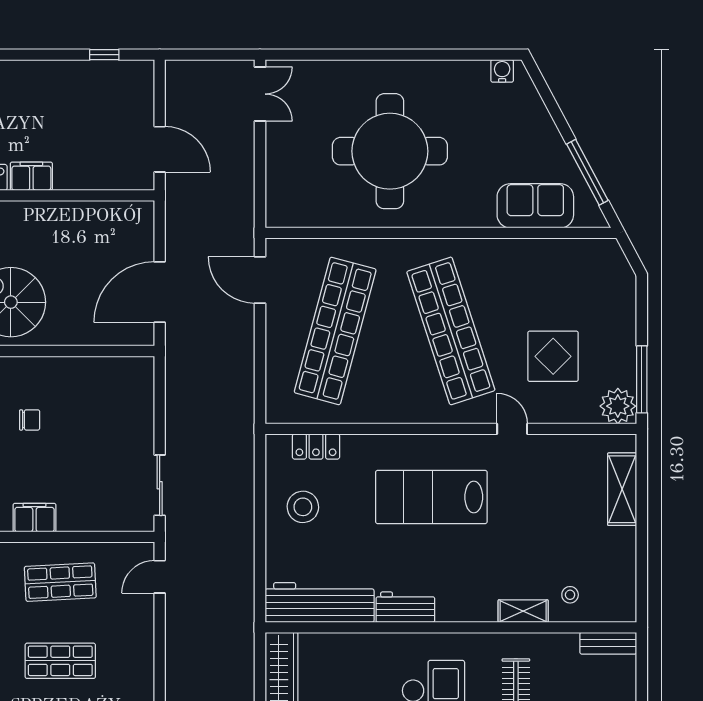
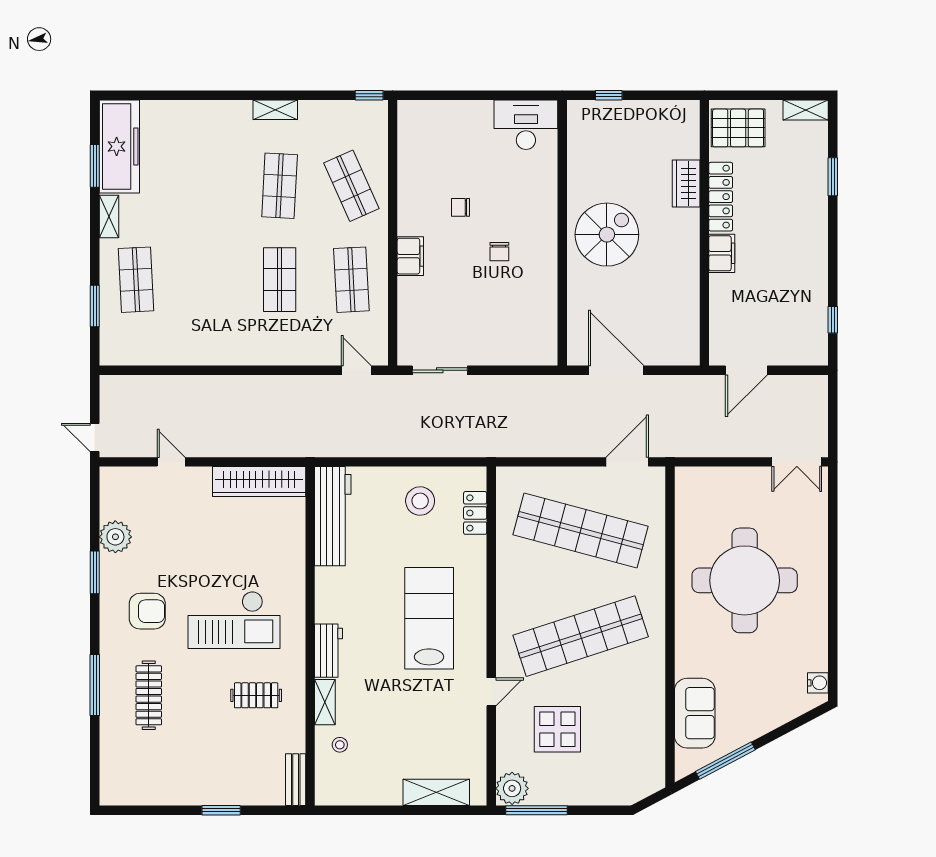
workbench: (405, 607) -> (329, 651), moved

